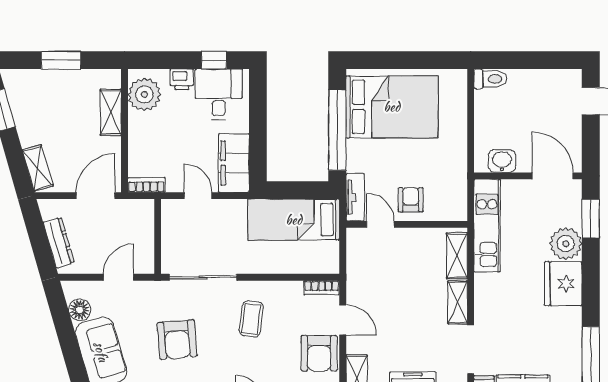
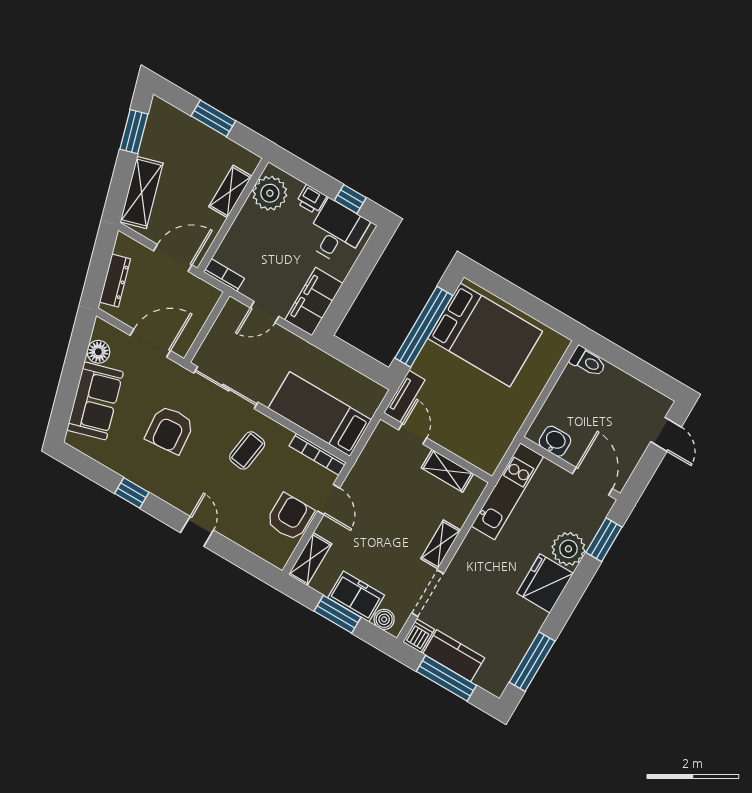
shelving: (38, 168) -> (142, 193), width x1.50, depth x1.33
door: (198, 196) -> (265, 312), swing flipped
armchair: (411, 200) -> (453, 428), removed
bed: (294, 220) -> (320, 414), moved
shelving: (457, 256) -> (447, 471), moved, turned 90
door: (119, 277) -> (150, 343), width x1.38
bookcase: (322, 288) -> (318, 454), width x1.56
armchair: (319, 353) -> (290, 517), turned 180

